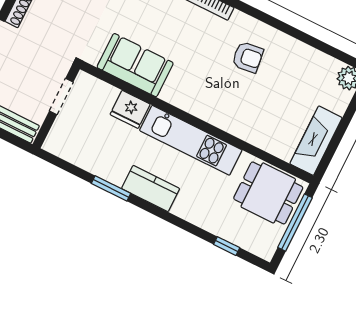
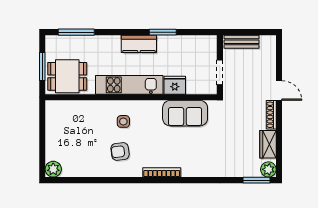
side table: (223, 95) -> (123, 121), added
fireplace: (316, 141) -> (54, 122), removed
window: (295, 223) -> (42, 67), width x0.69
window: (227, 246) -> (76, 32), width x2.17

